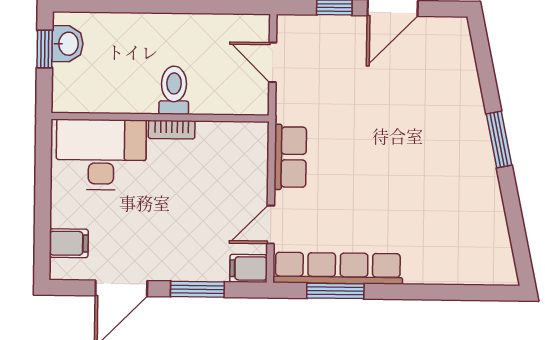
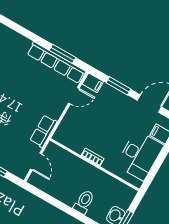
toilet: (174, 90) -> (84, 202), moved, turned 180
desk: (101, 155) -> (140, 155), moved, turned -90
row of seats: (290, 157) -> (43, 131), moved

